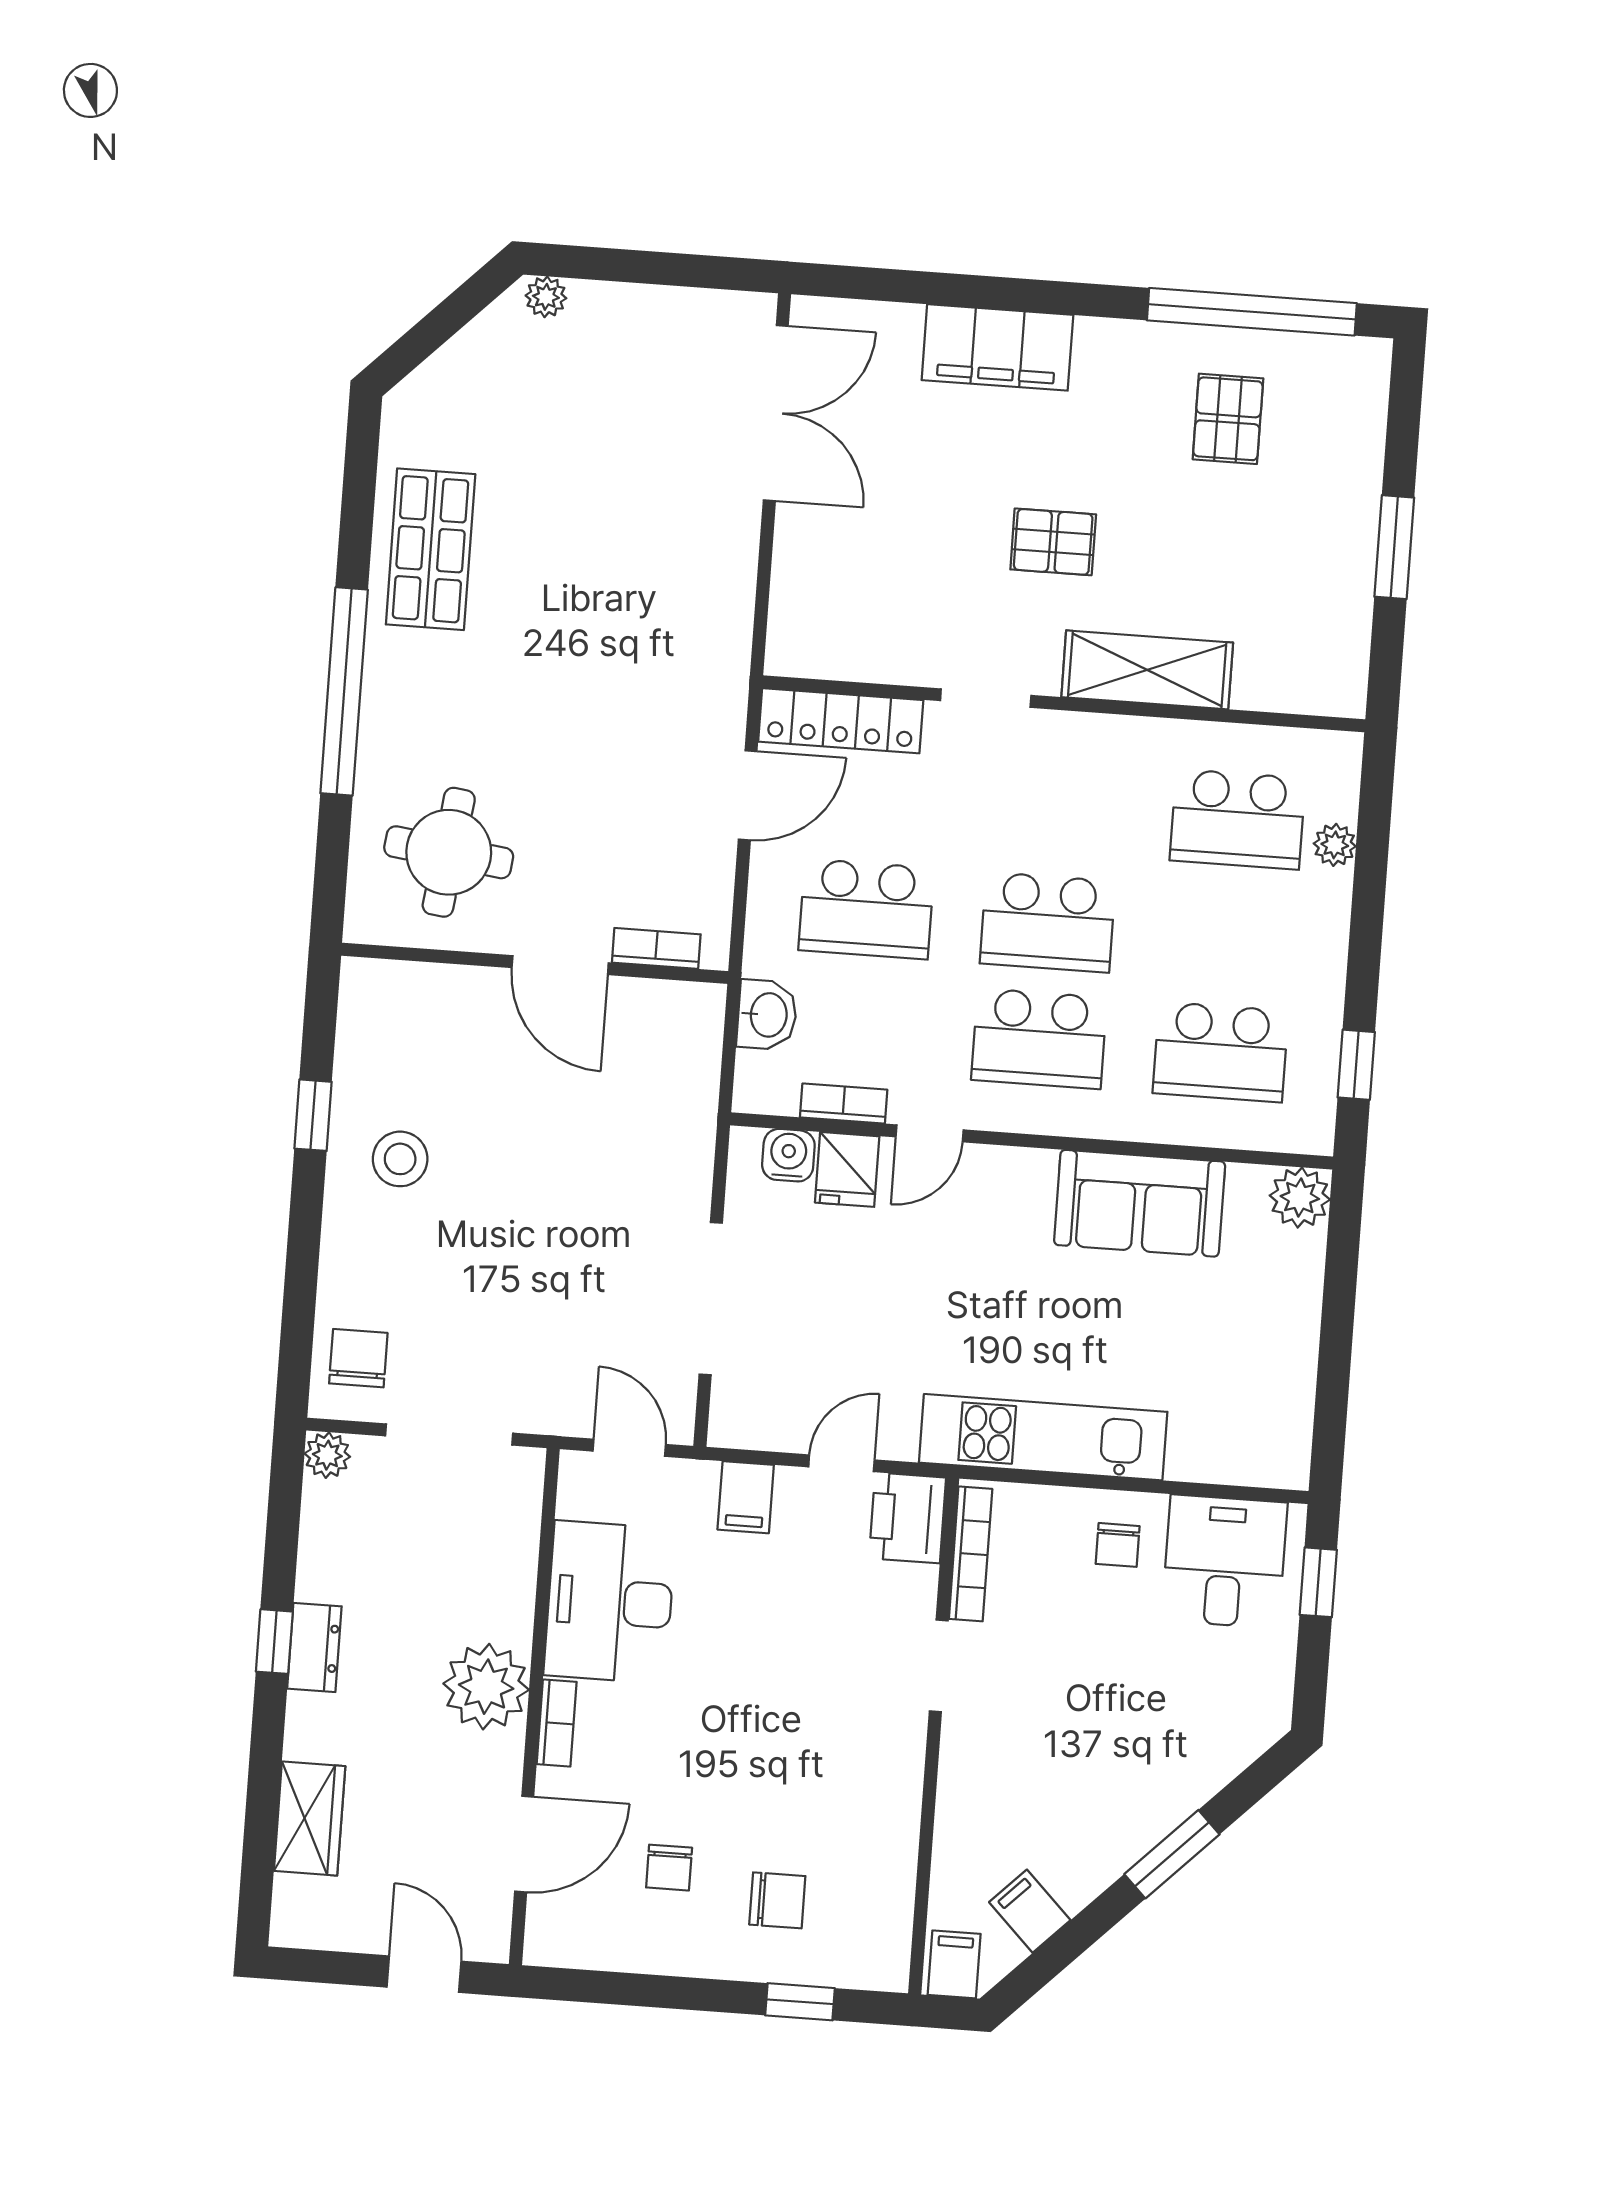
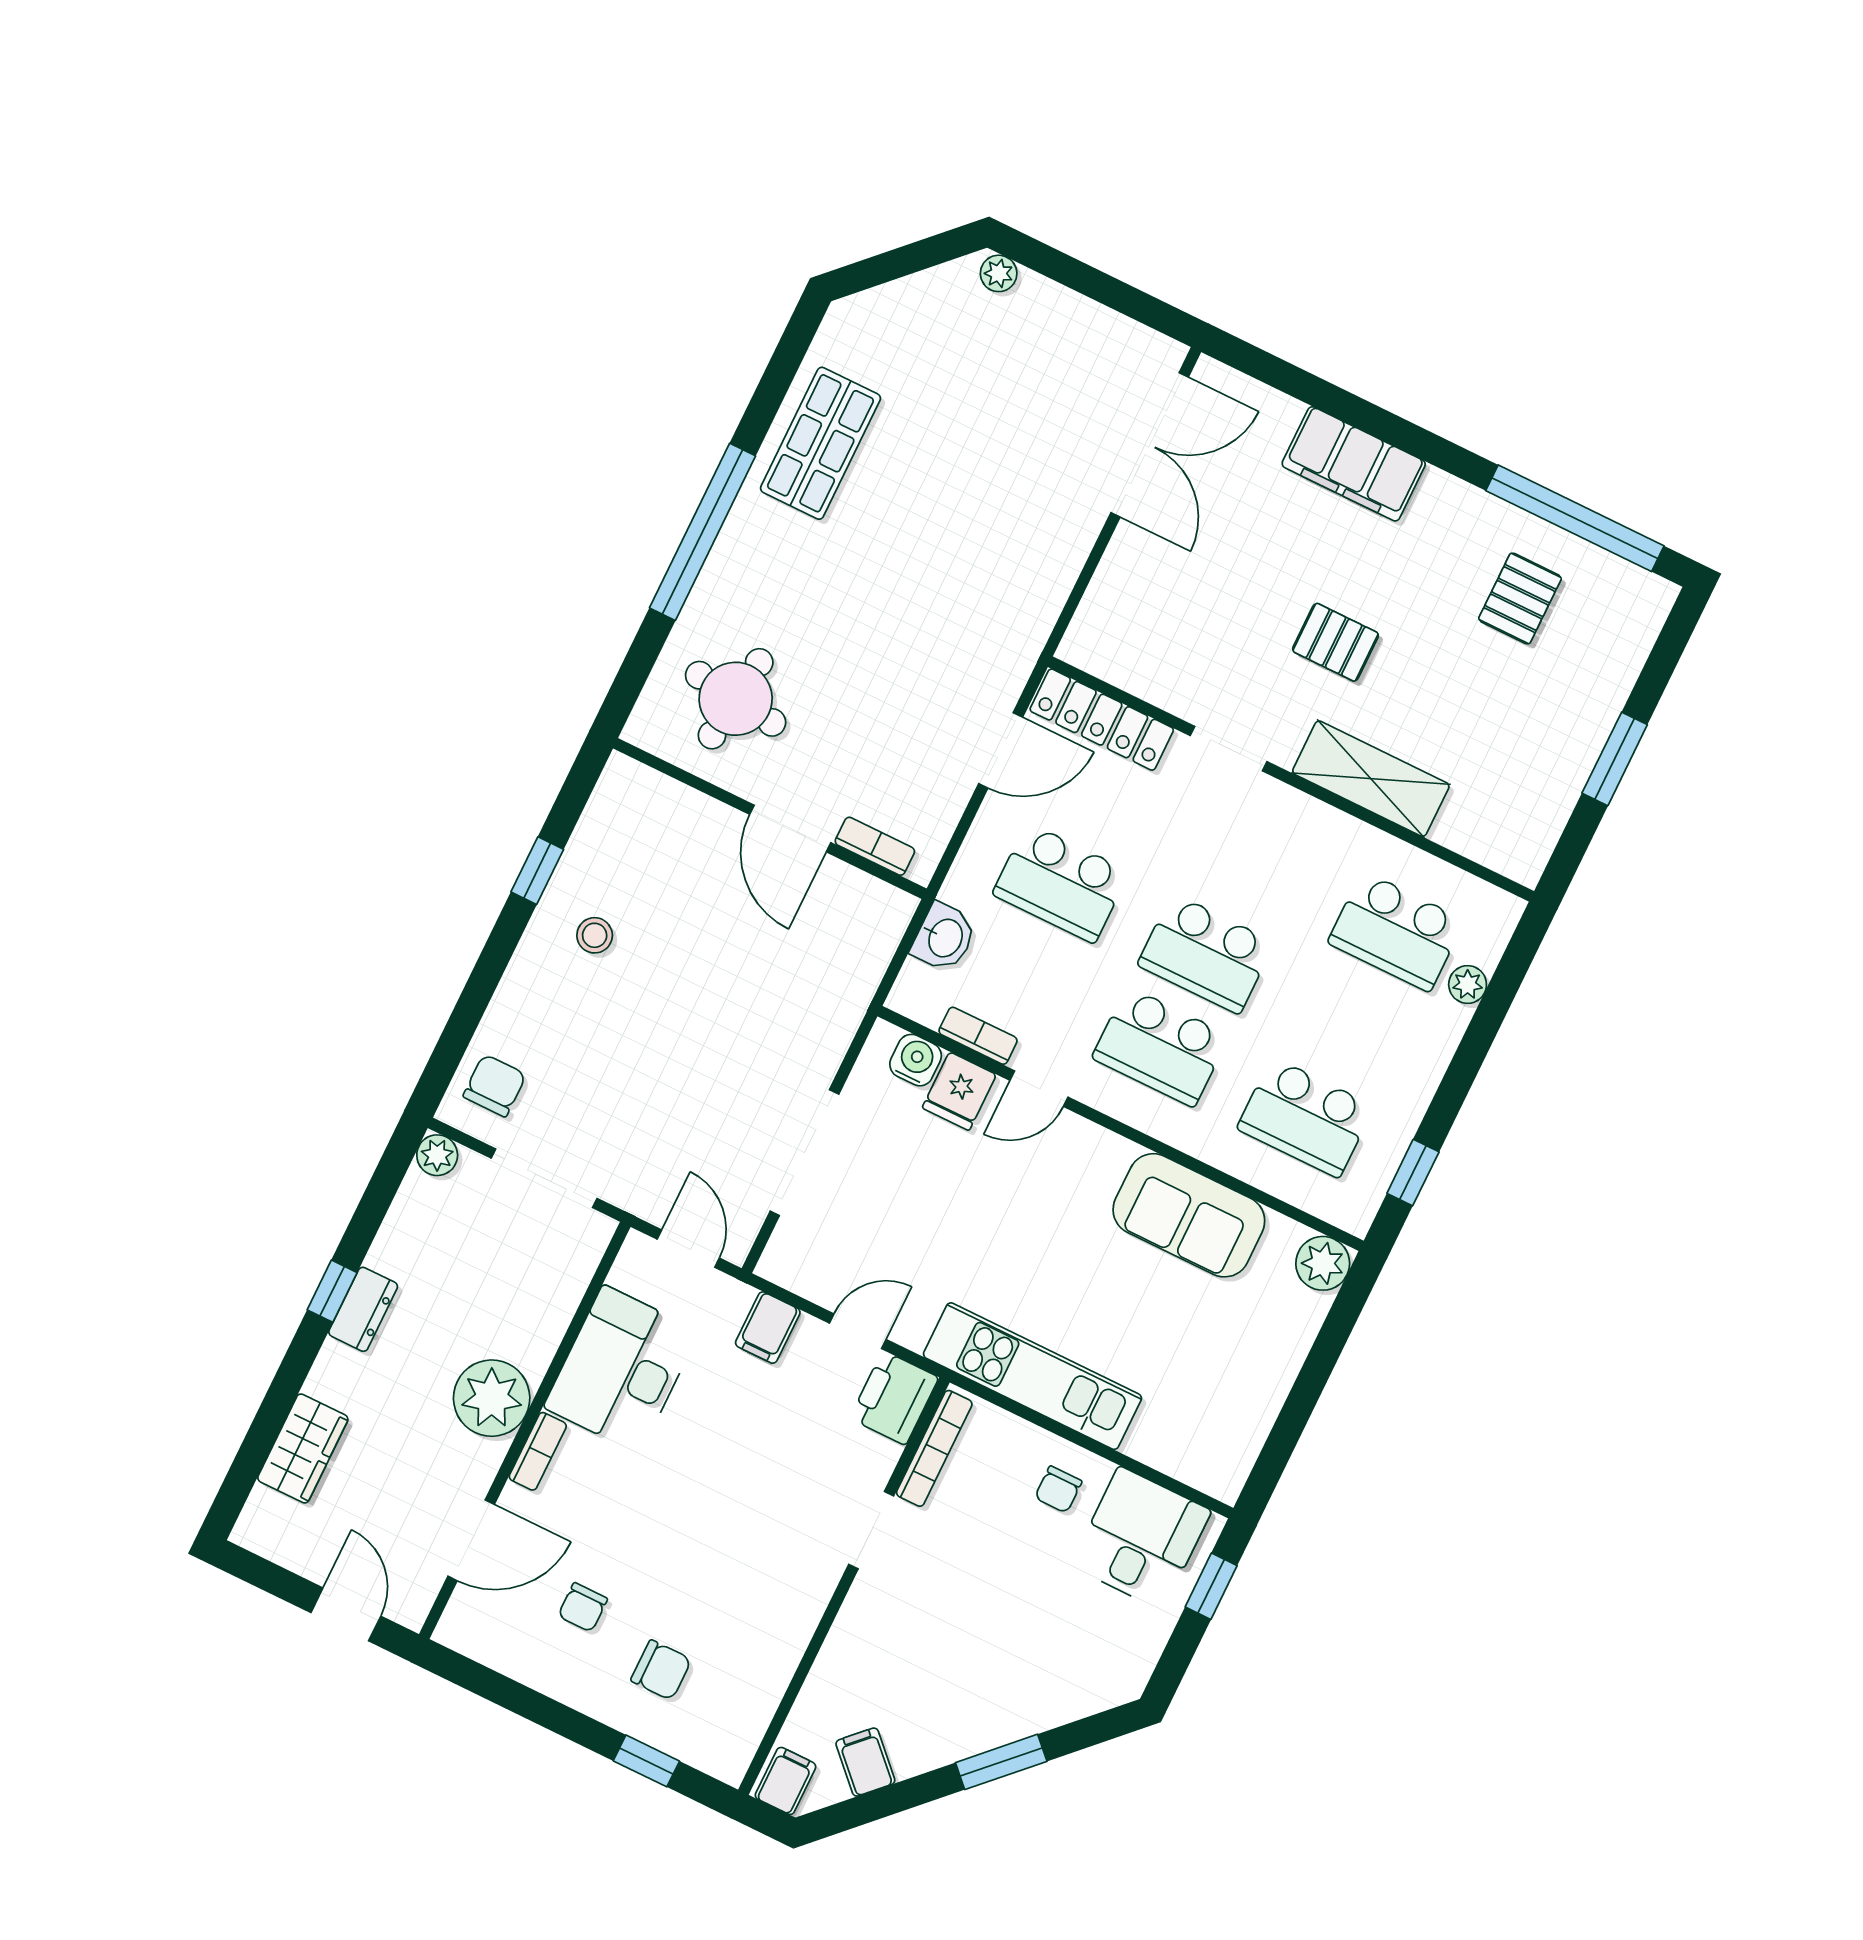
stool: (400, 1159) -> (595, 935), width x0.73, depth x0.73

